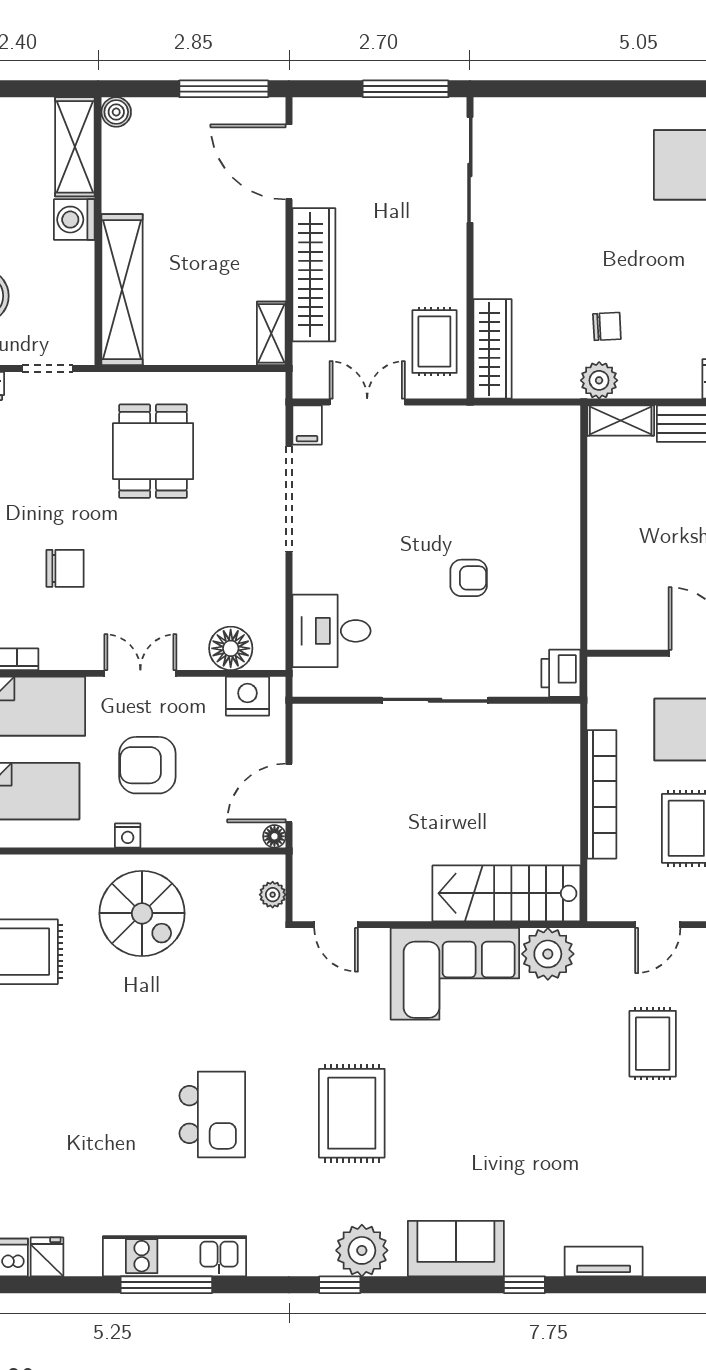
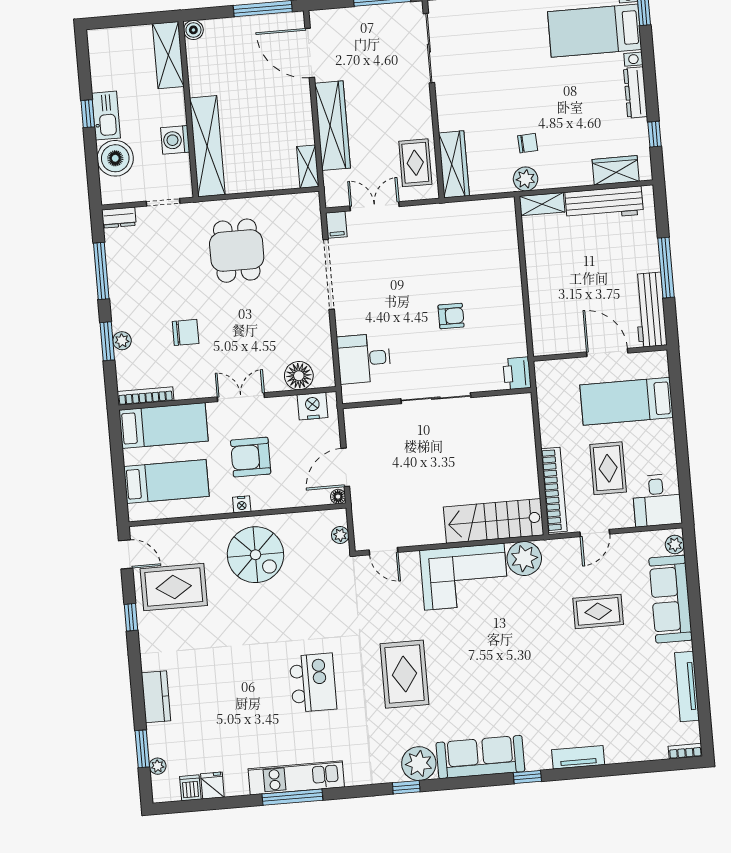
washing machine: (74, 220) -> (175, 140), moved
bookcase: (602, 794) -> (554, 490), moved
rug: (653, 1044) -> (598, 611), turned 90
sofa: (456, 1249) -> (480, 757), width x1.36

